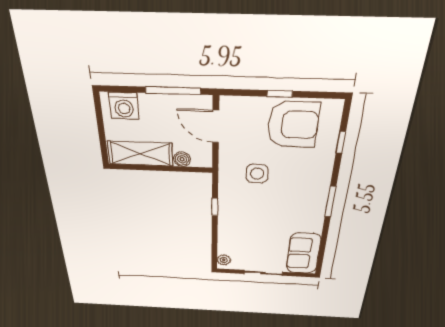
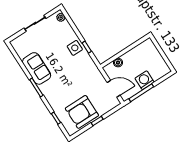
washing machine: (124, 106) -> (145, 80), moved
shelving: (140, 154) -> (138, 52), removed
side table: (257, 174) -> (75, 48), moved
sofa: (303, 253) -> (37, 68), moved

